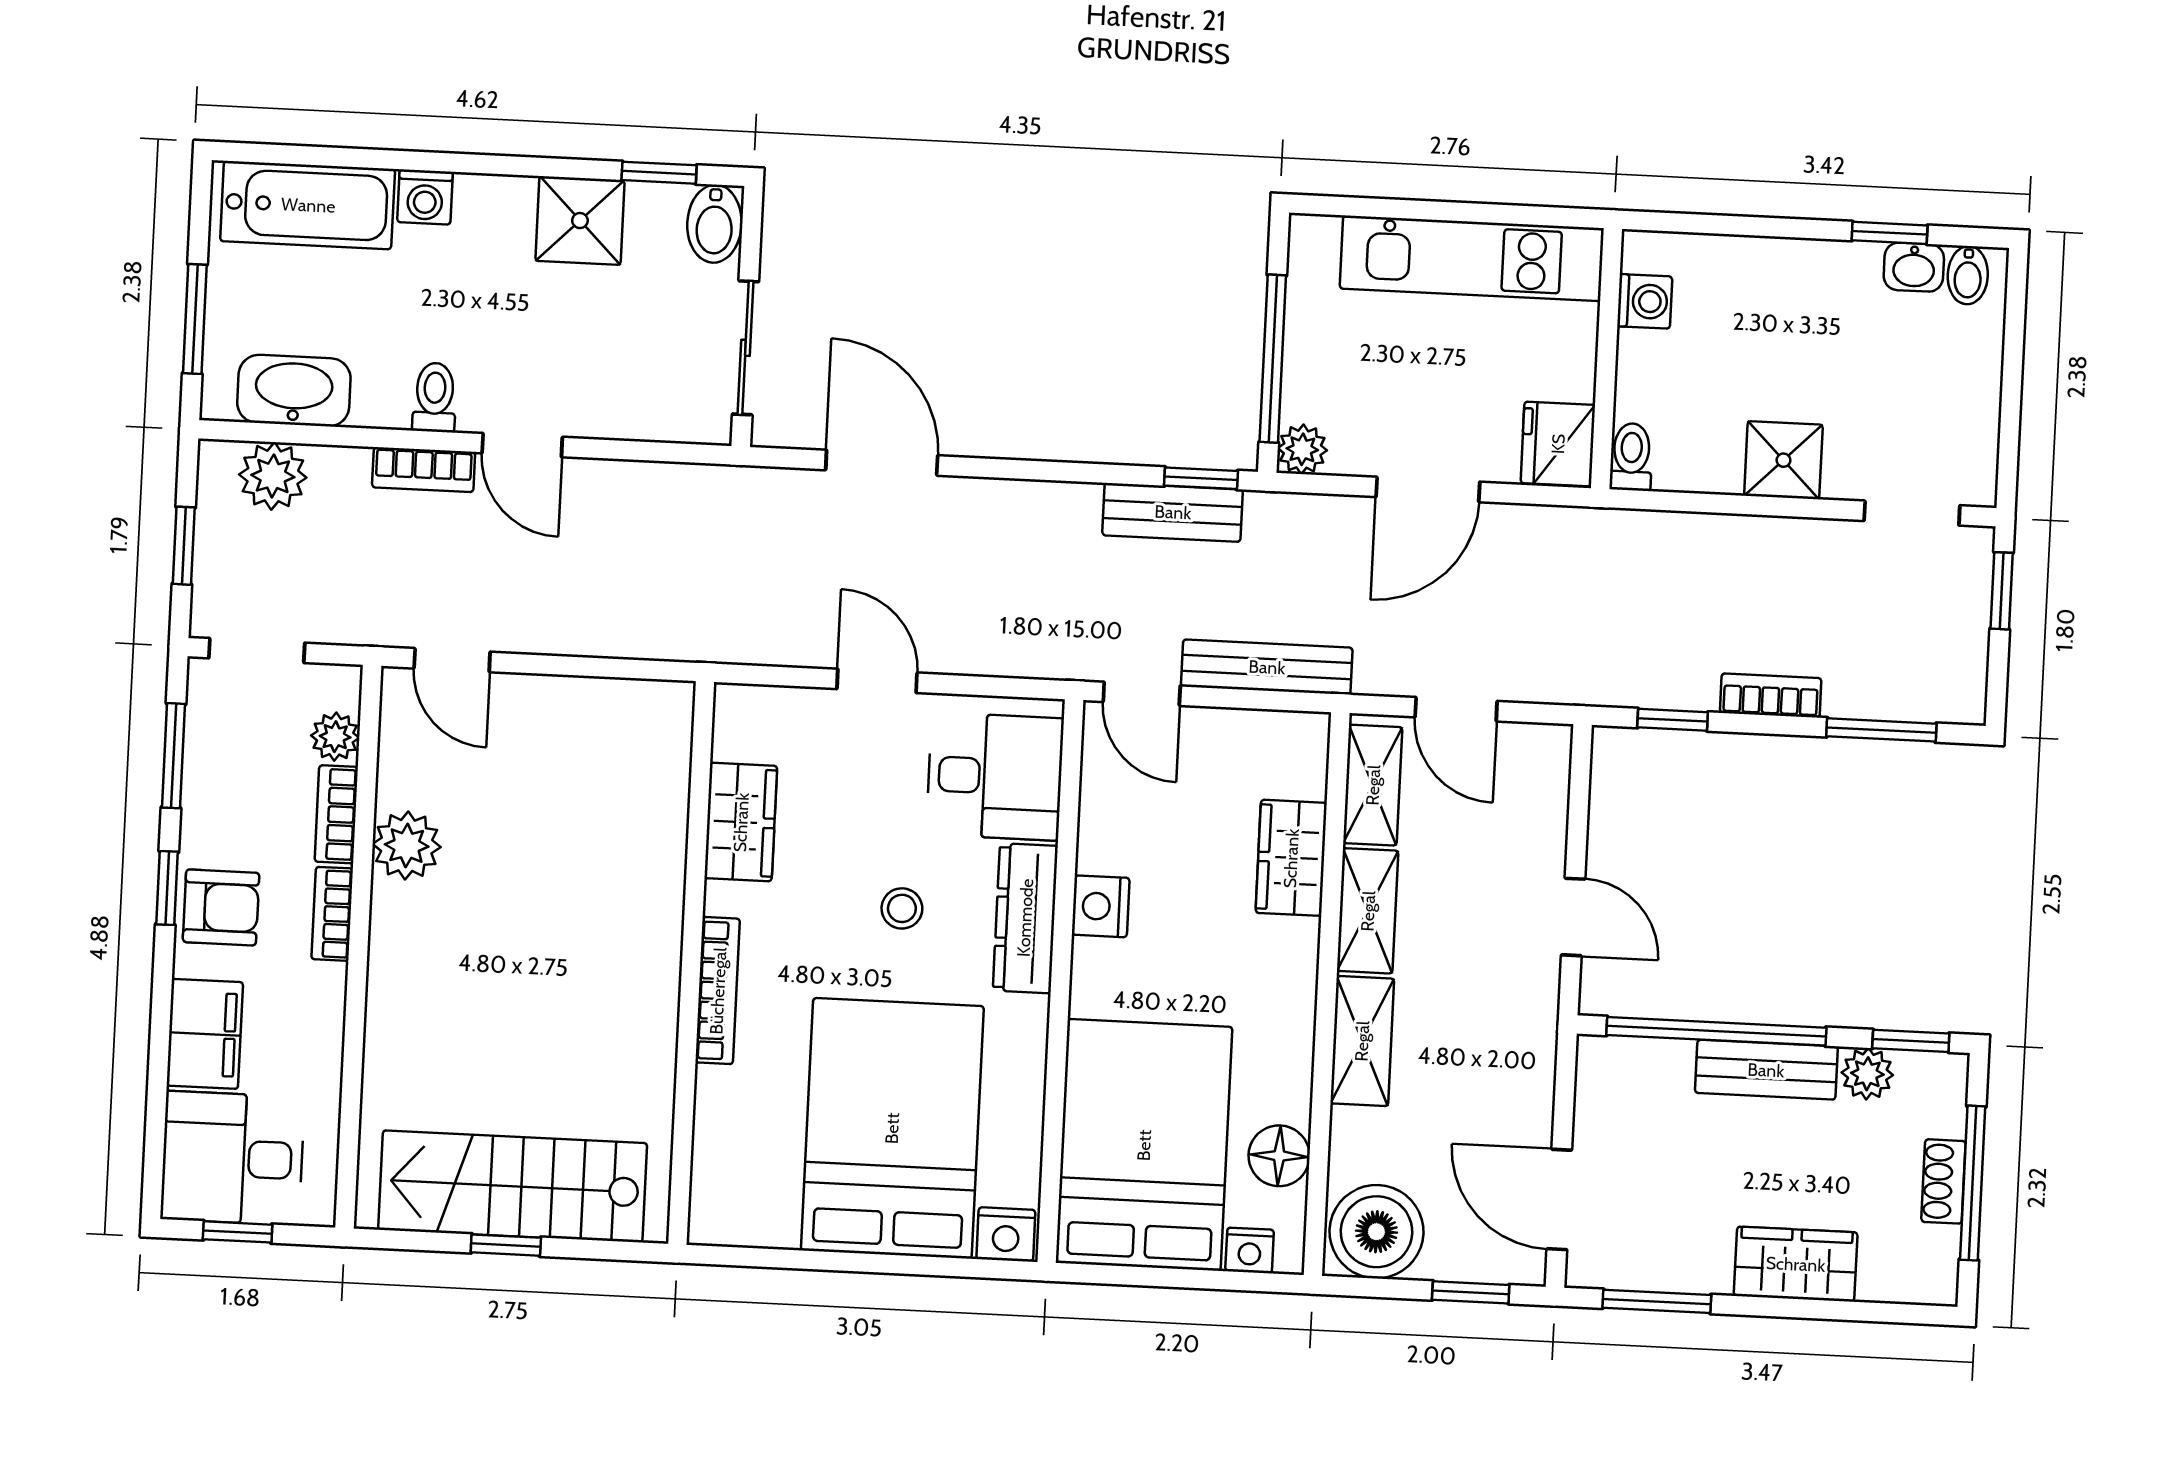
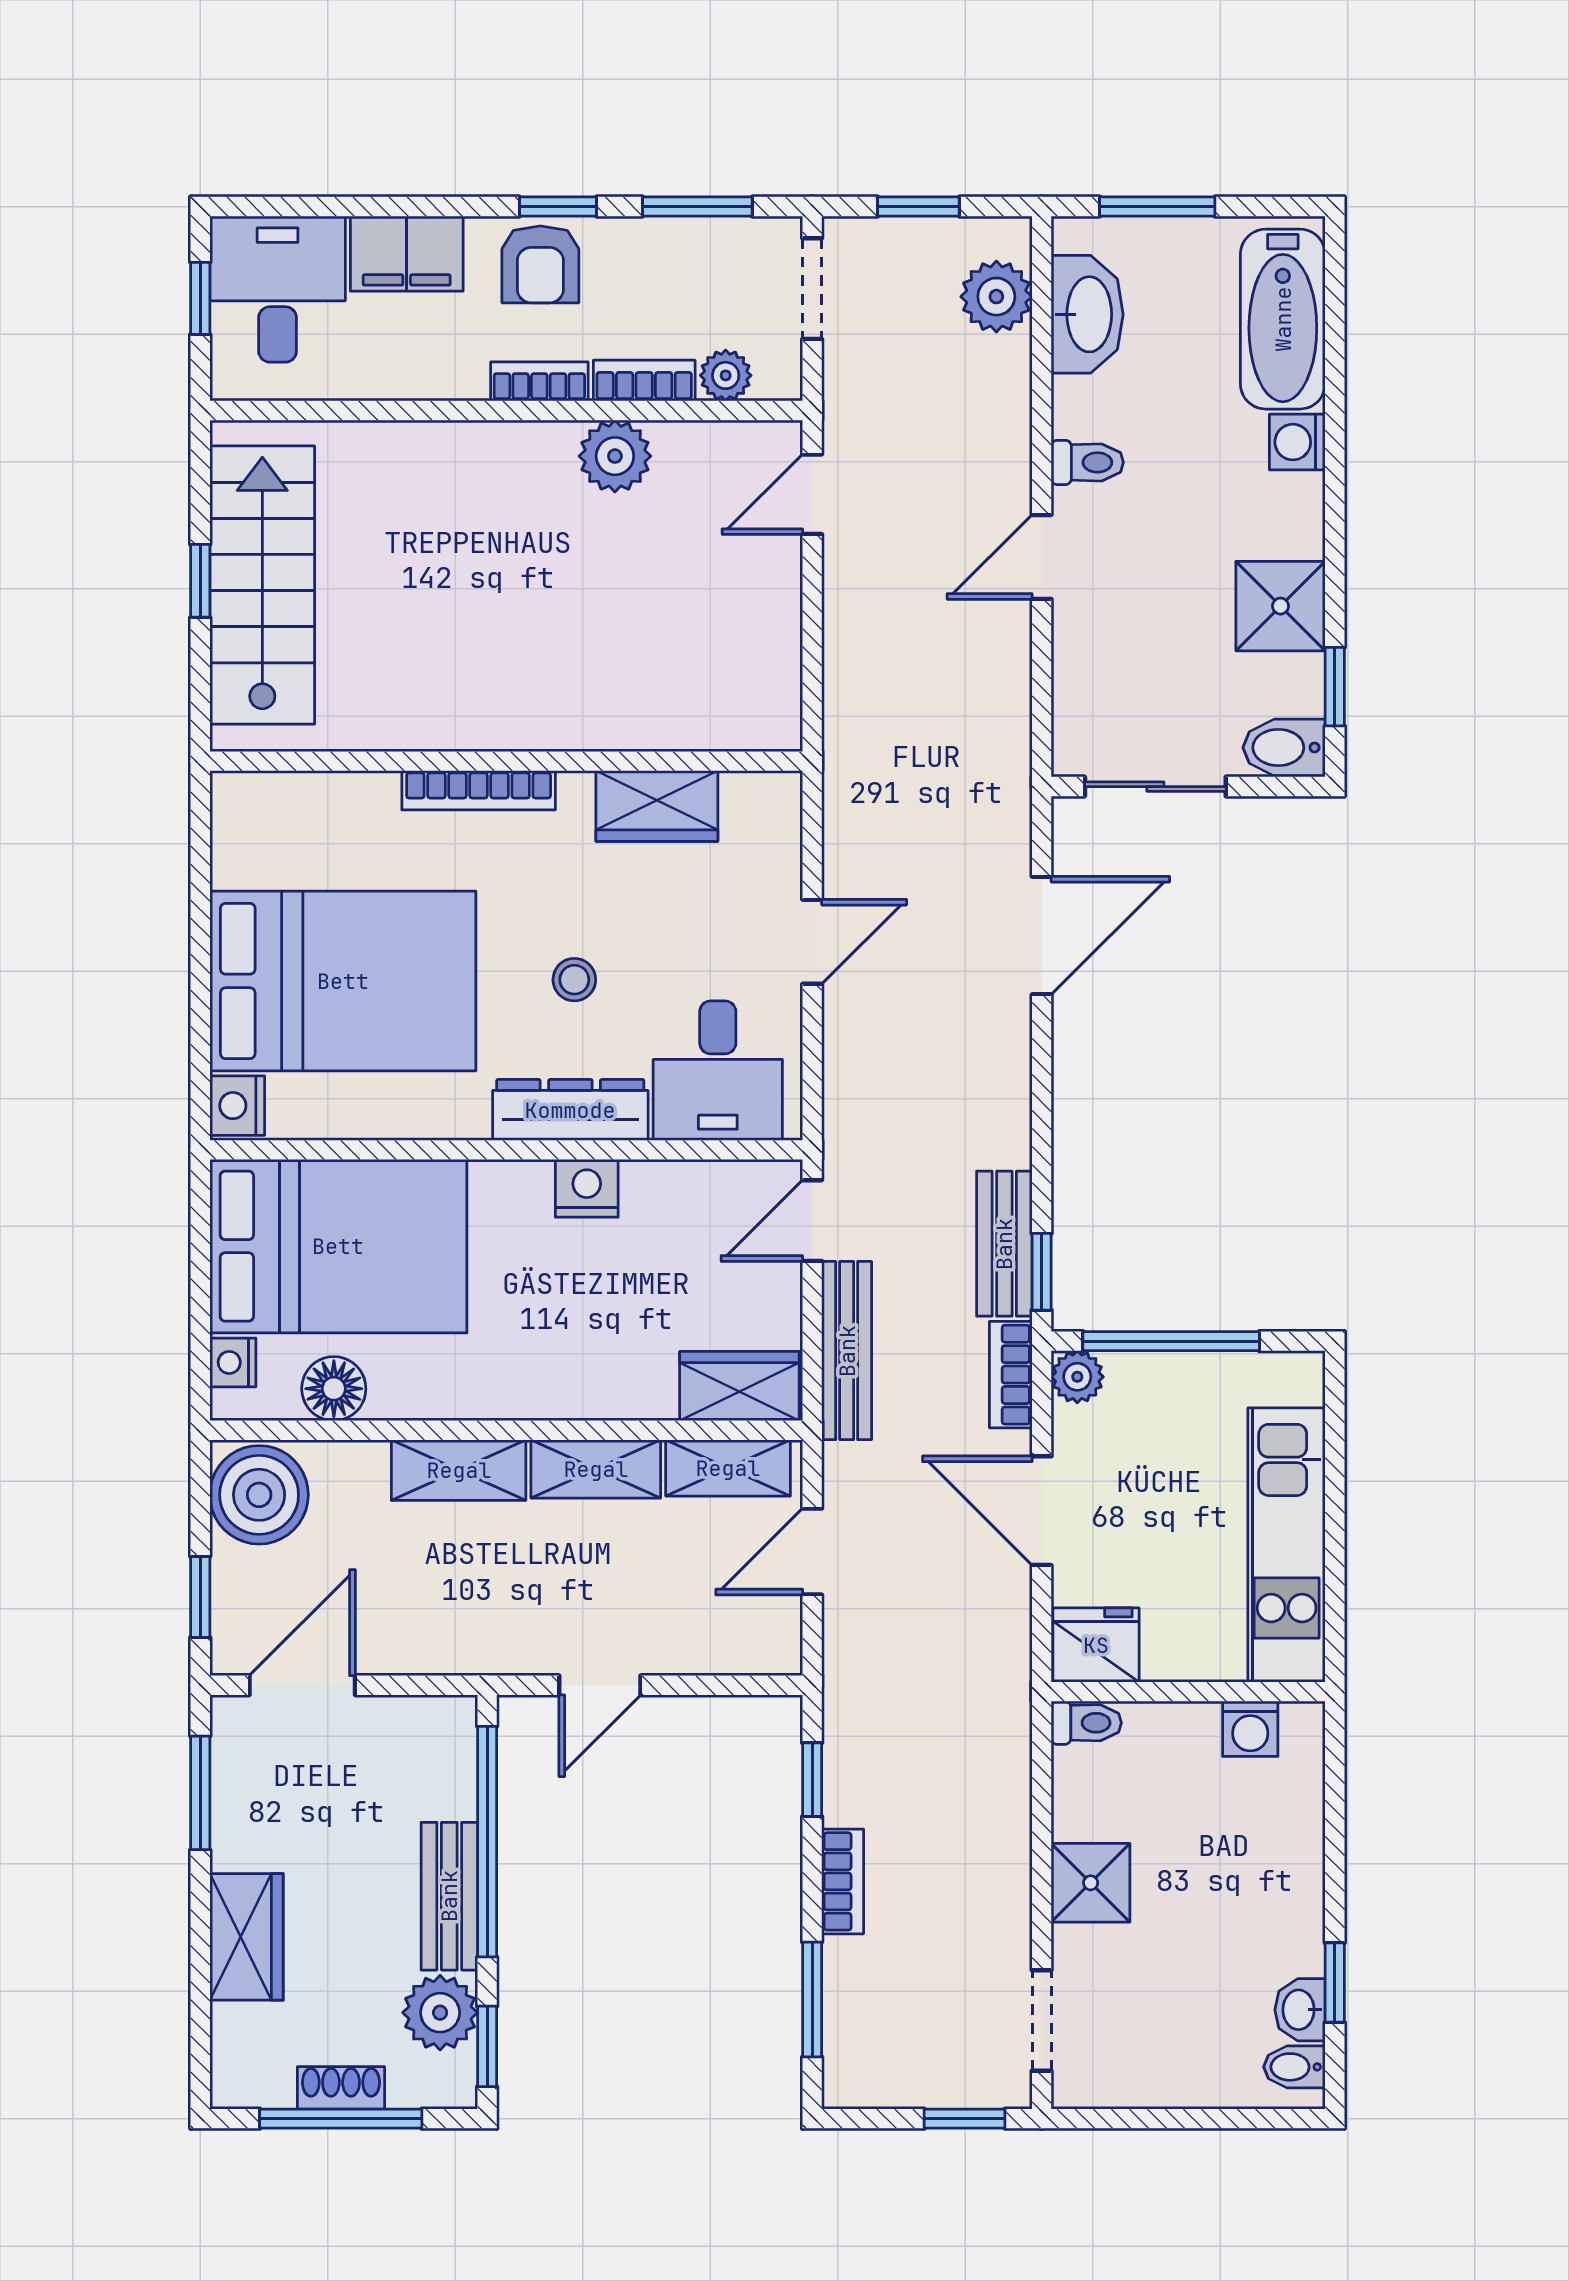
bookcase: (424, 470) -> (1011, 1375), moved
wardrobe: (1291, 858) -> (739, 1386), moved
plant: (1867, 1074) -> (440, 2013), width x1.38, depth x1.38

